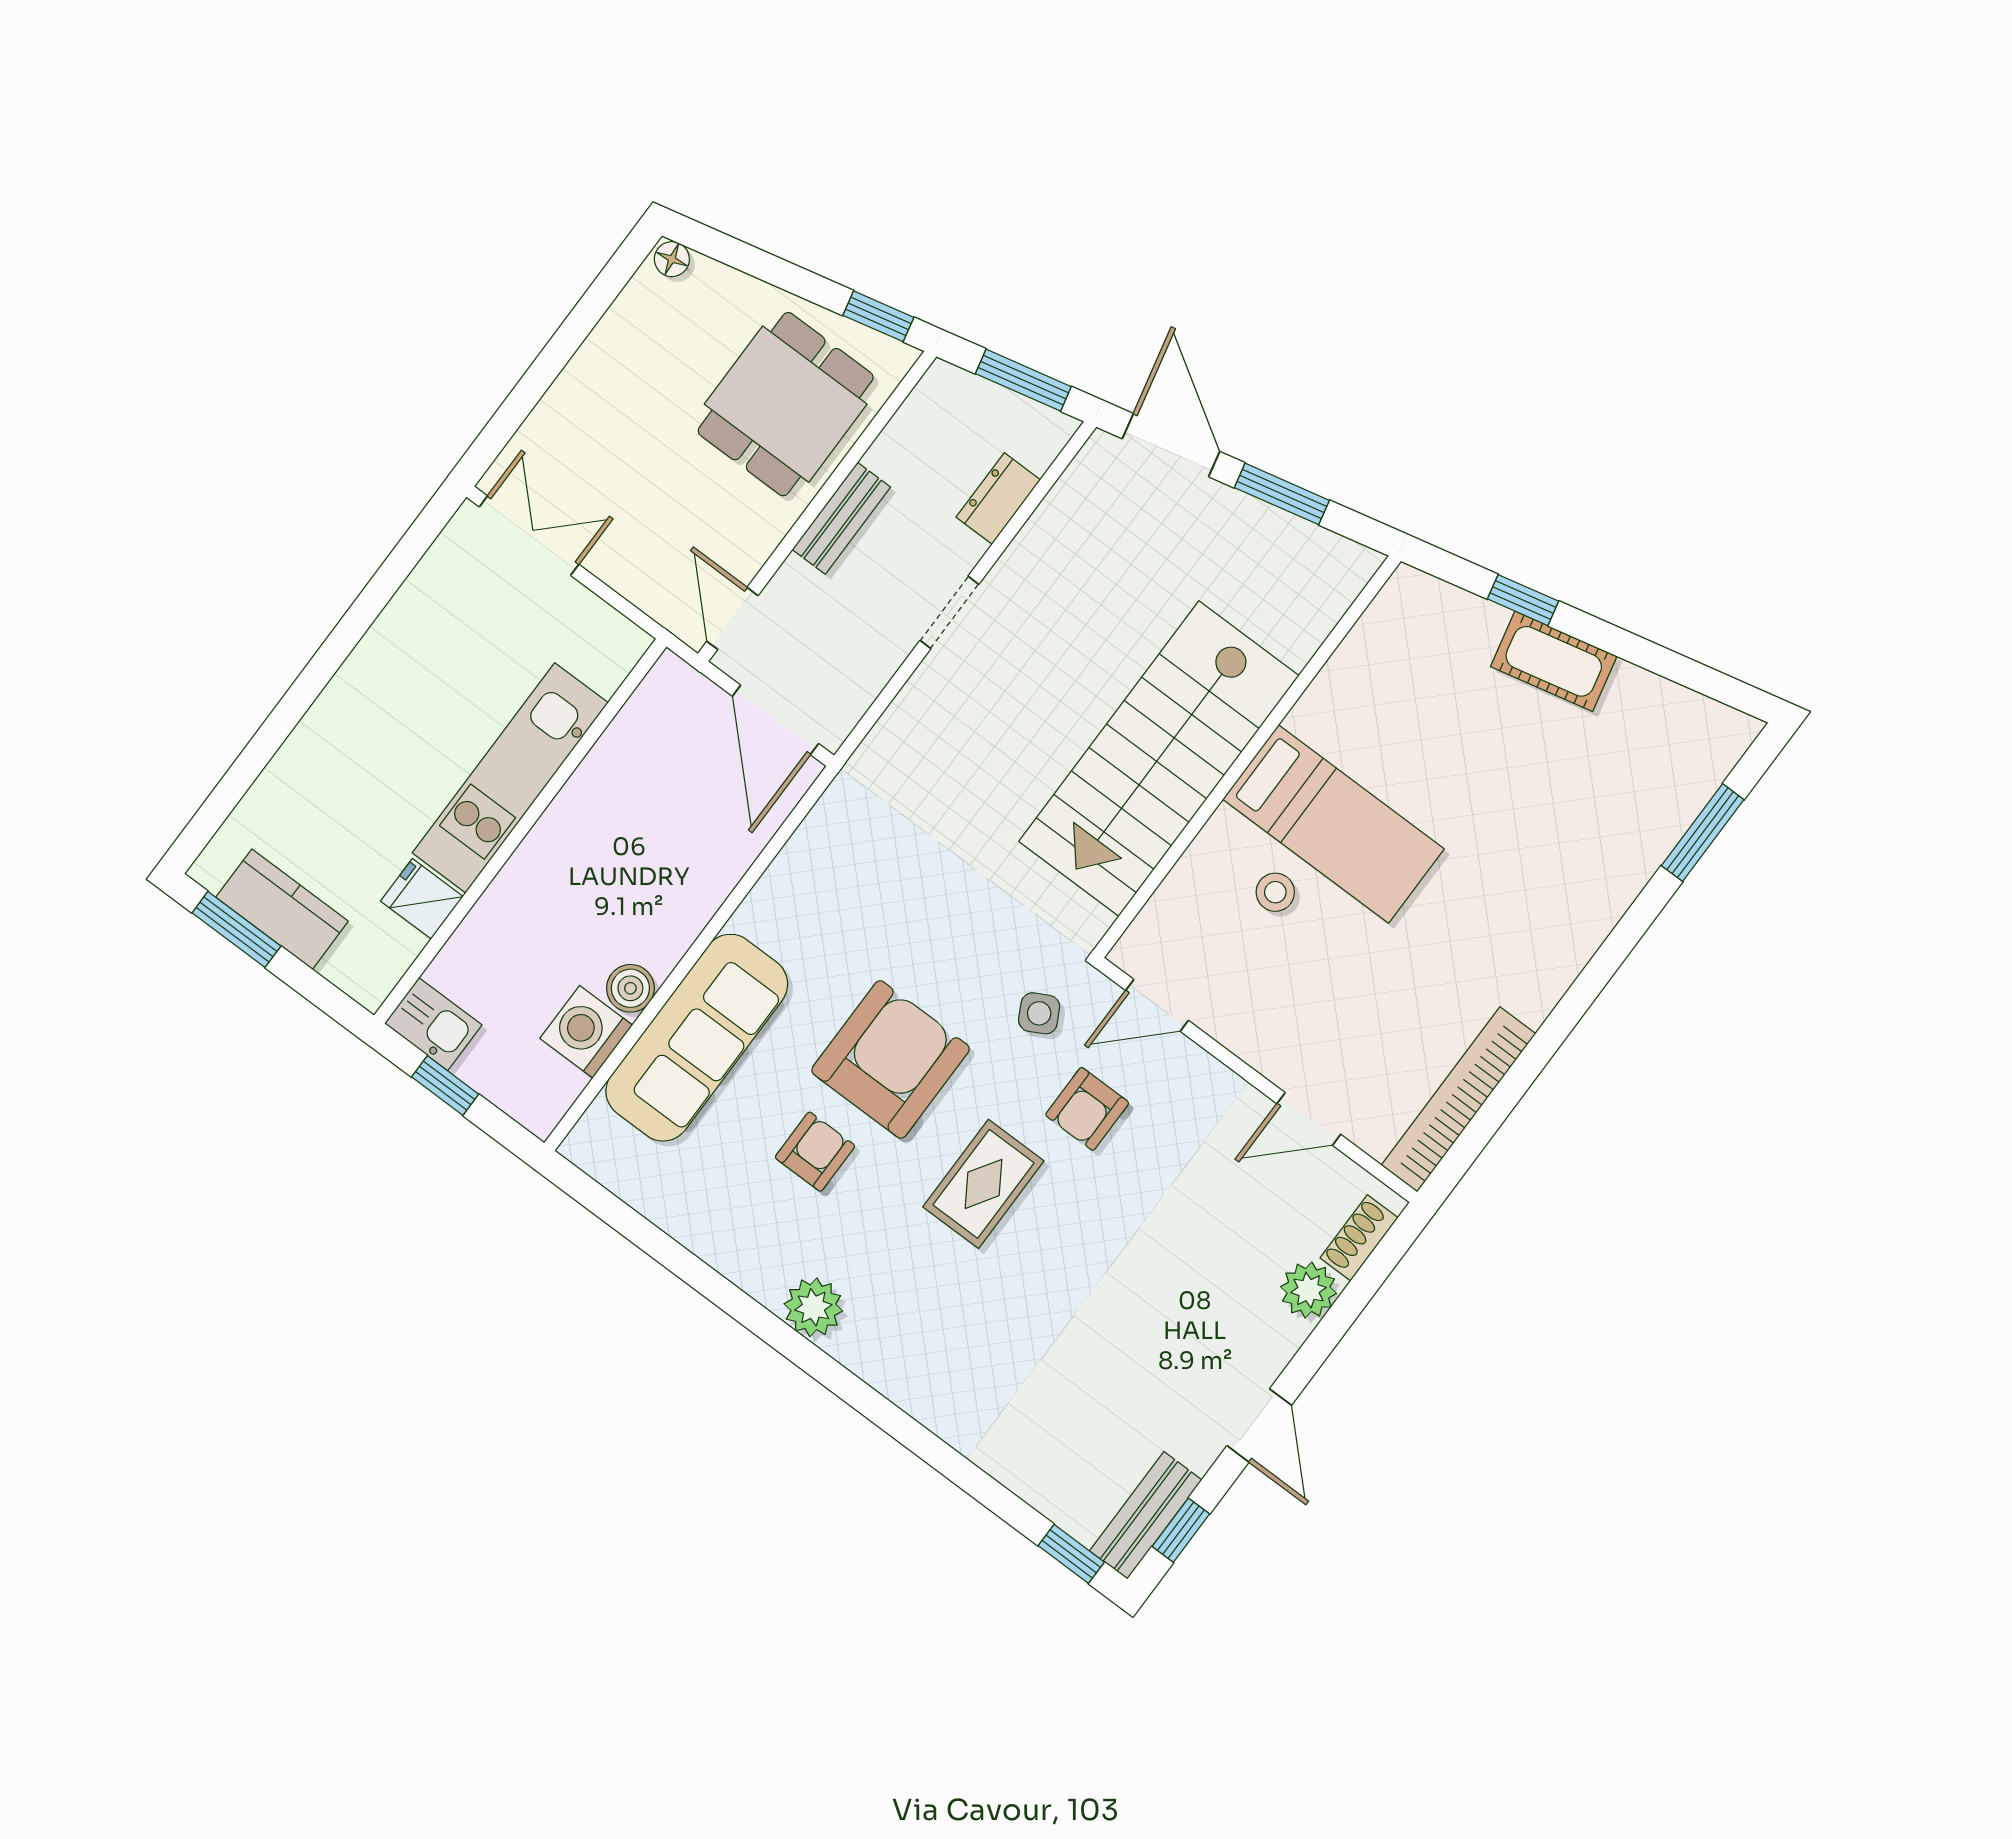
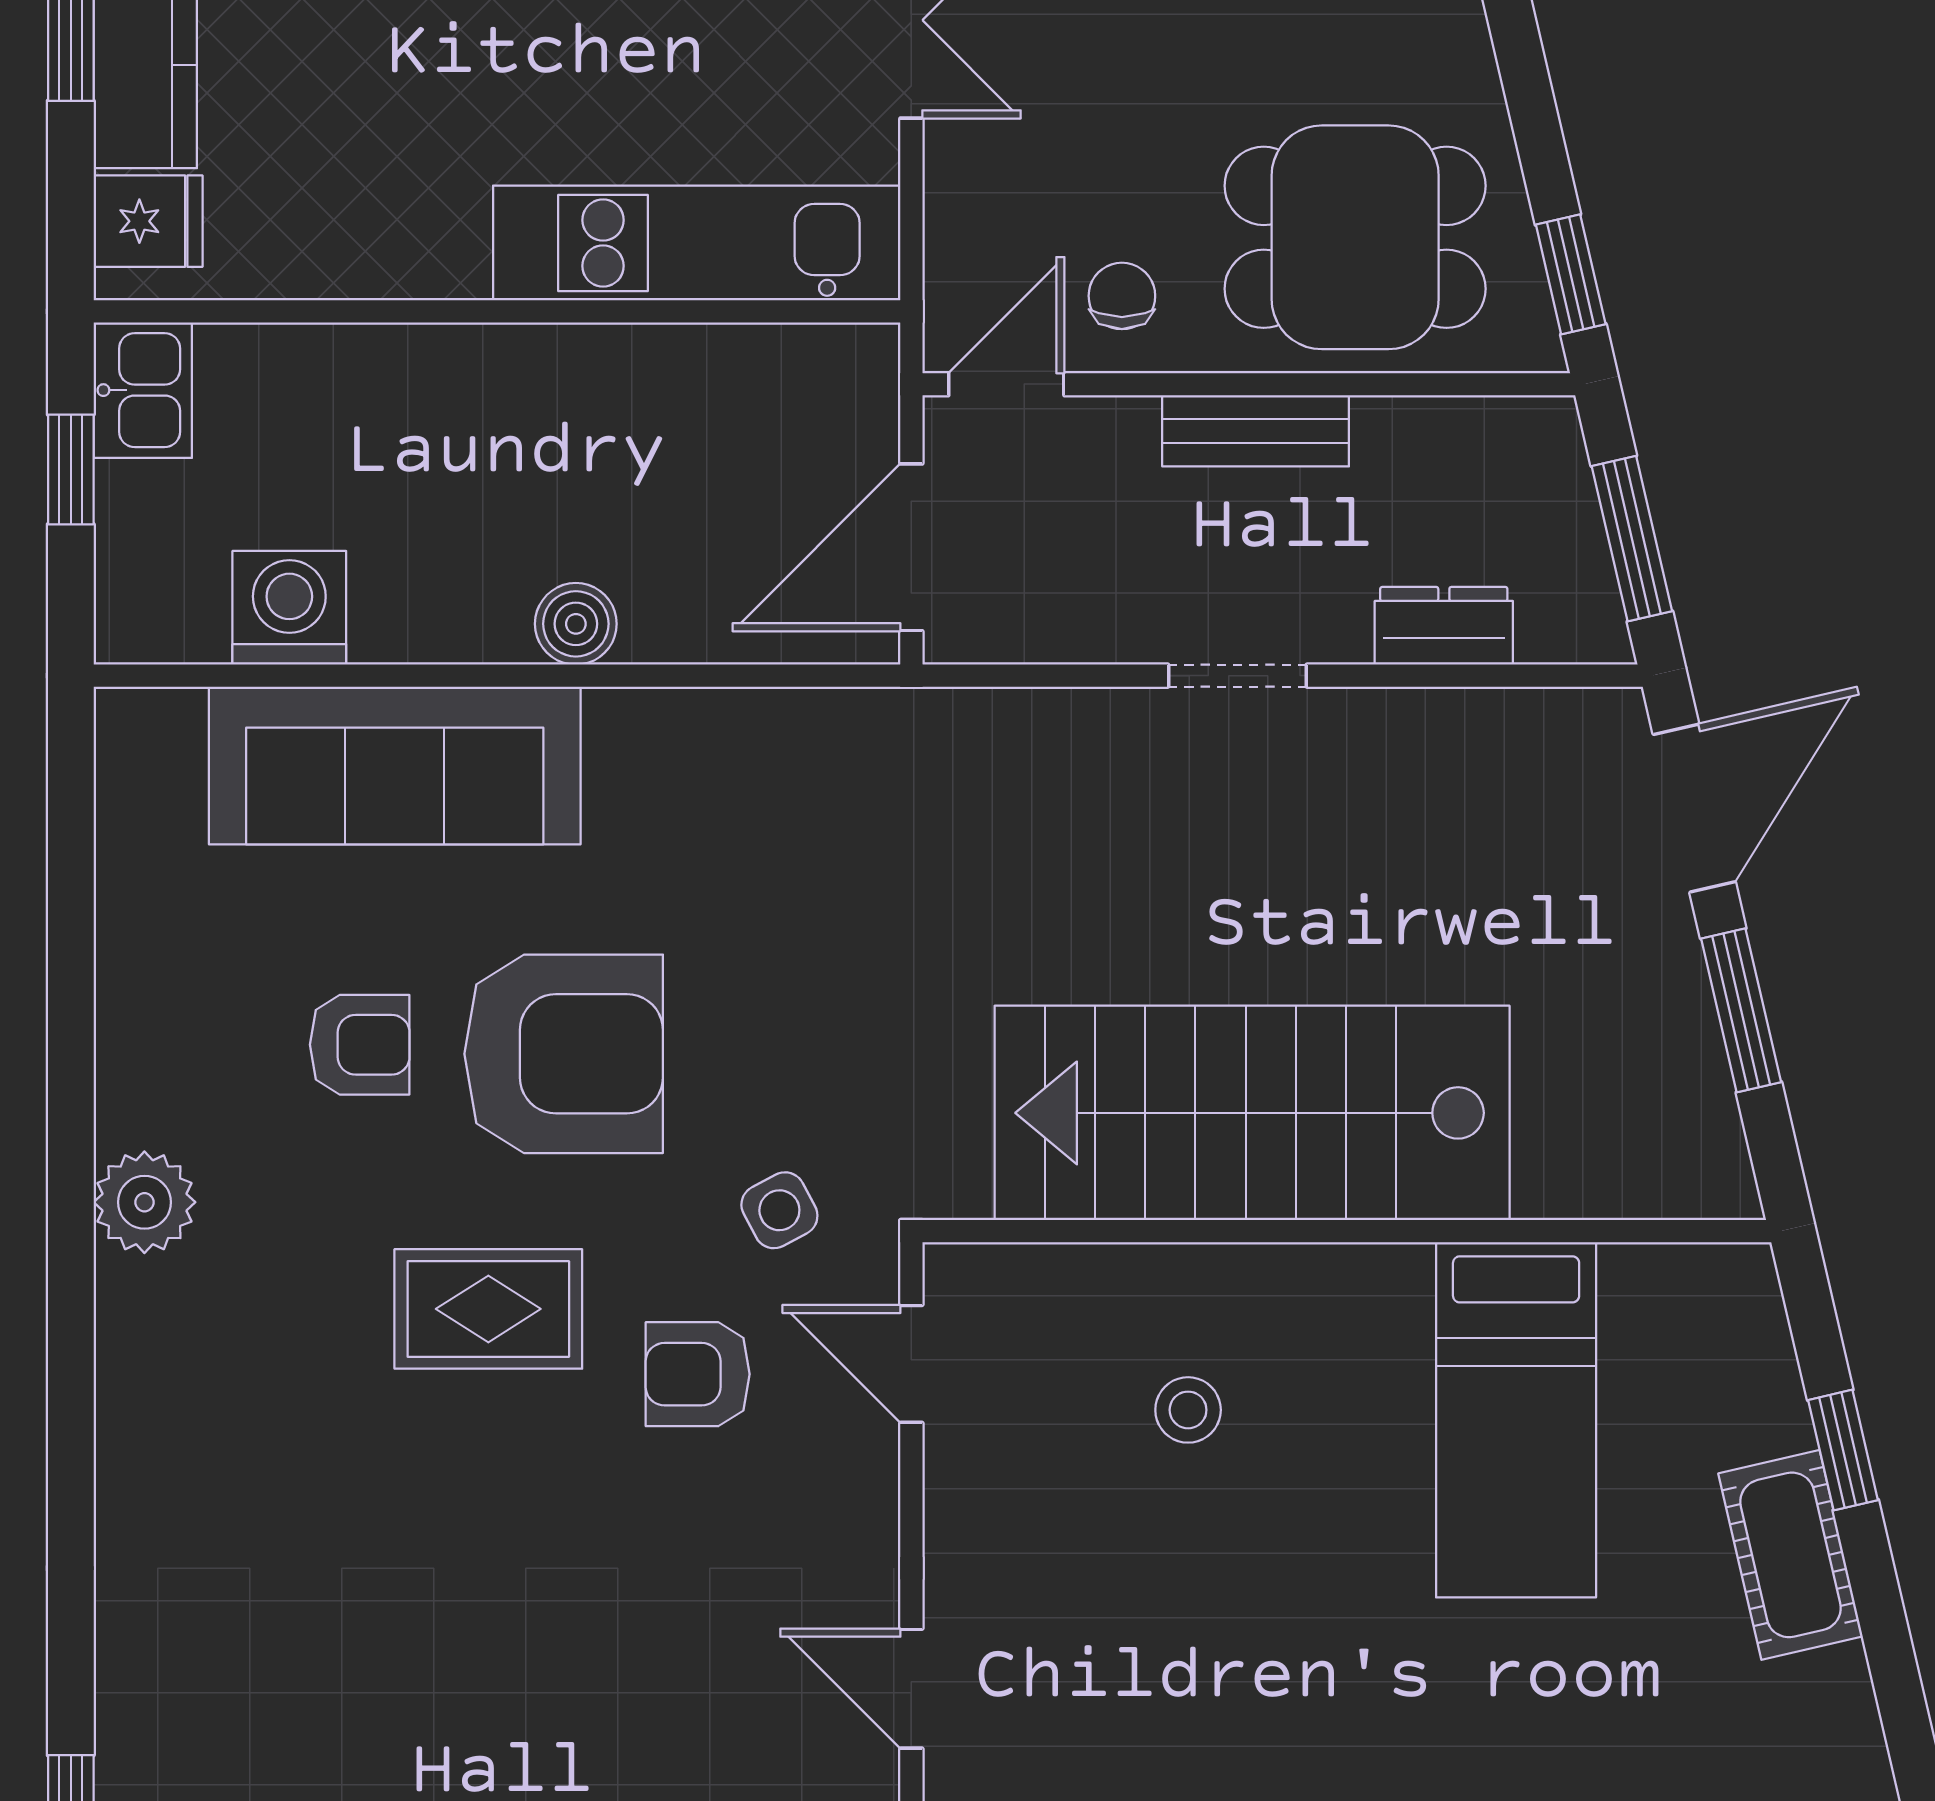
chair: (732, 534) -> (1122, 296), added
kitchen unit: (510, 778) -> (697, 243), moved
bed: (1333, 824) -> (1516, 1420), moved
fridge: (422, 899) -> (148, 221), moved, turned 90
boiler: (630, 988) -> (576, 624), moved

